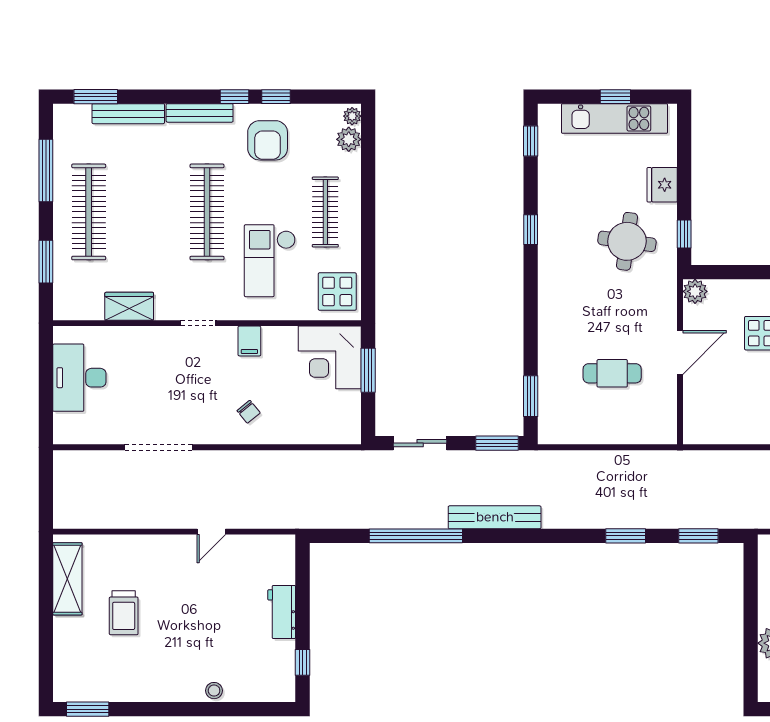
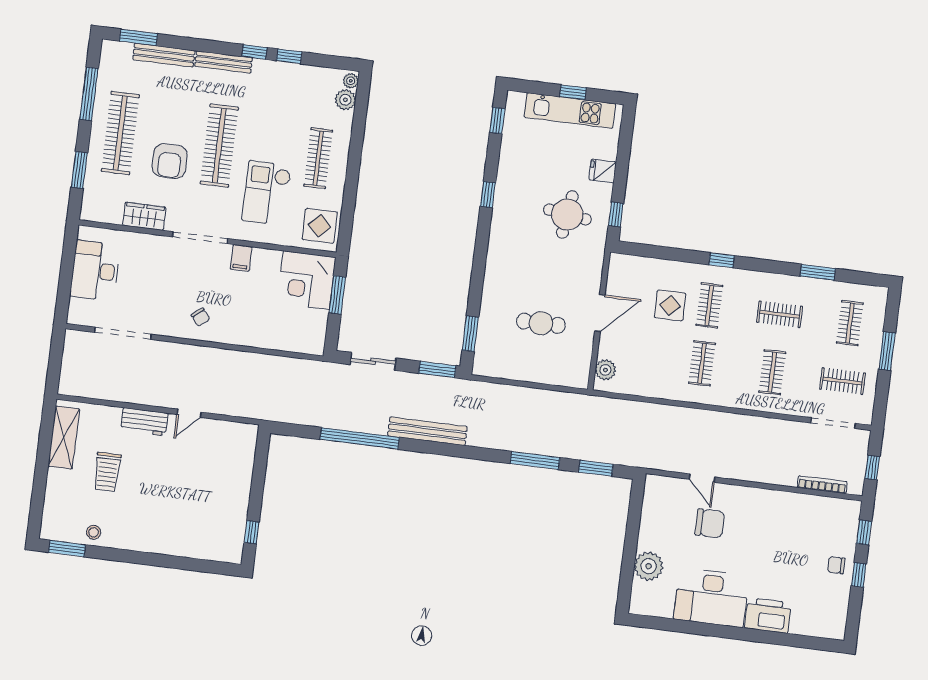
armchair: (268, 140) -> (170, 161), moved
fridge: (662, 185) -> (603, 171), width x0.72
plant: (695, 291) -> (605, 370), moved
doorway: (198, 323) -> (200, 238), width x1.88
chair: (249, 412) -> (200, 317), moved
doorway: (159, 447) -> (123, 333), moved
window: (626, 536) -> (535, 461), width x1.44
workbench: (282, 612) -> (144, 422), moved, turned -90
stool: (214, 691) -> (94, 532), moved

